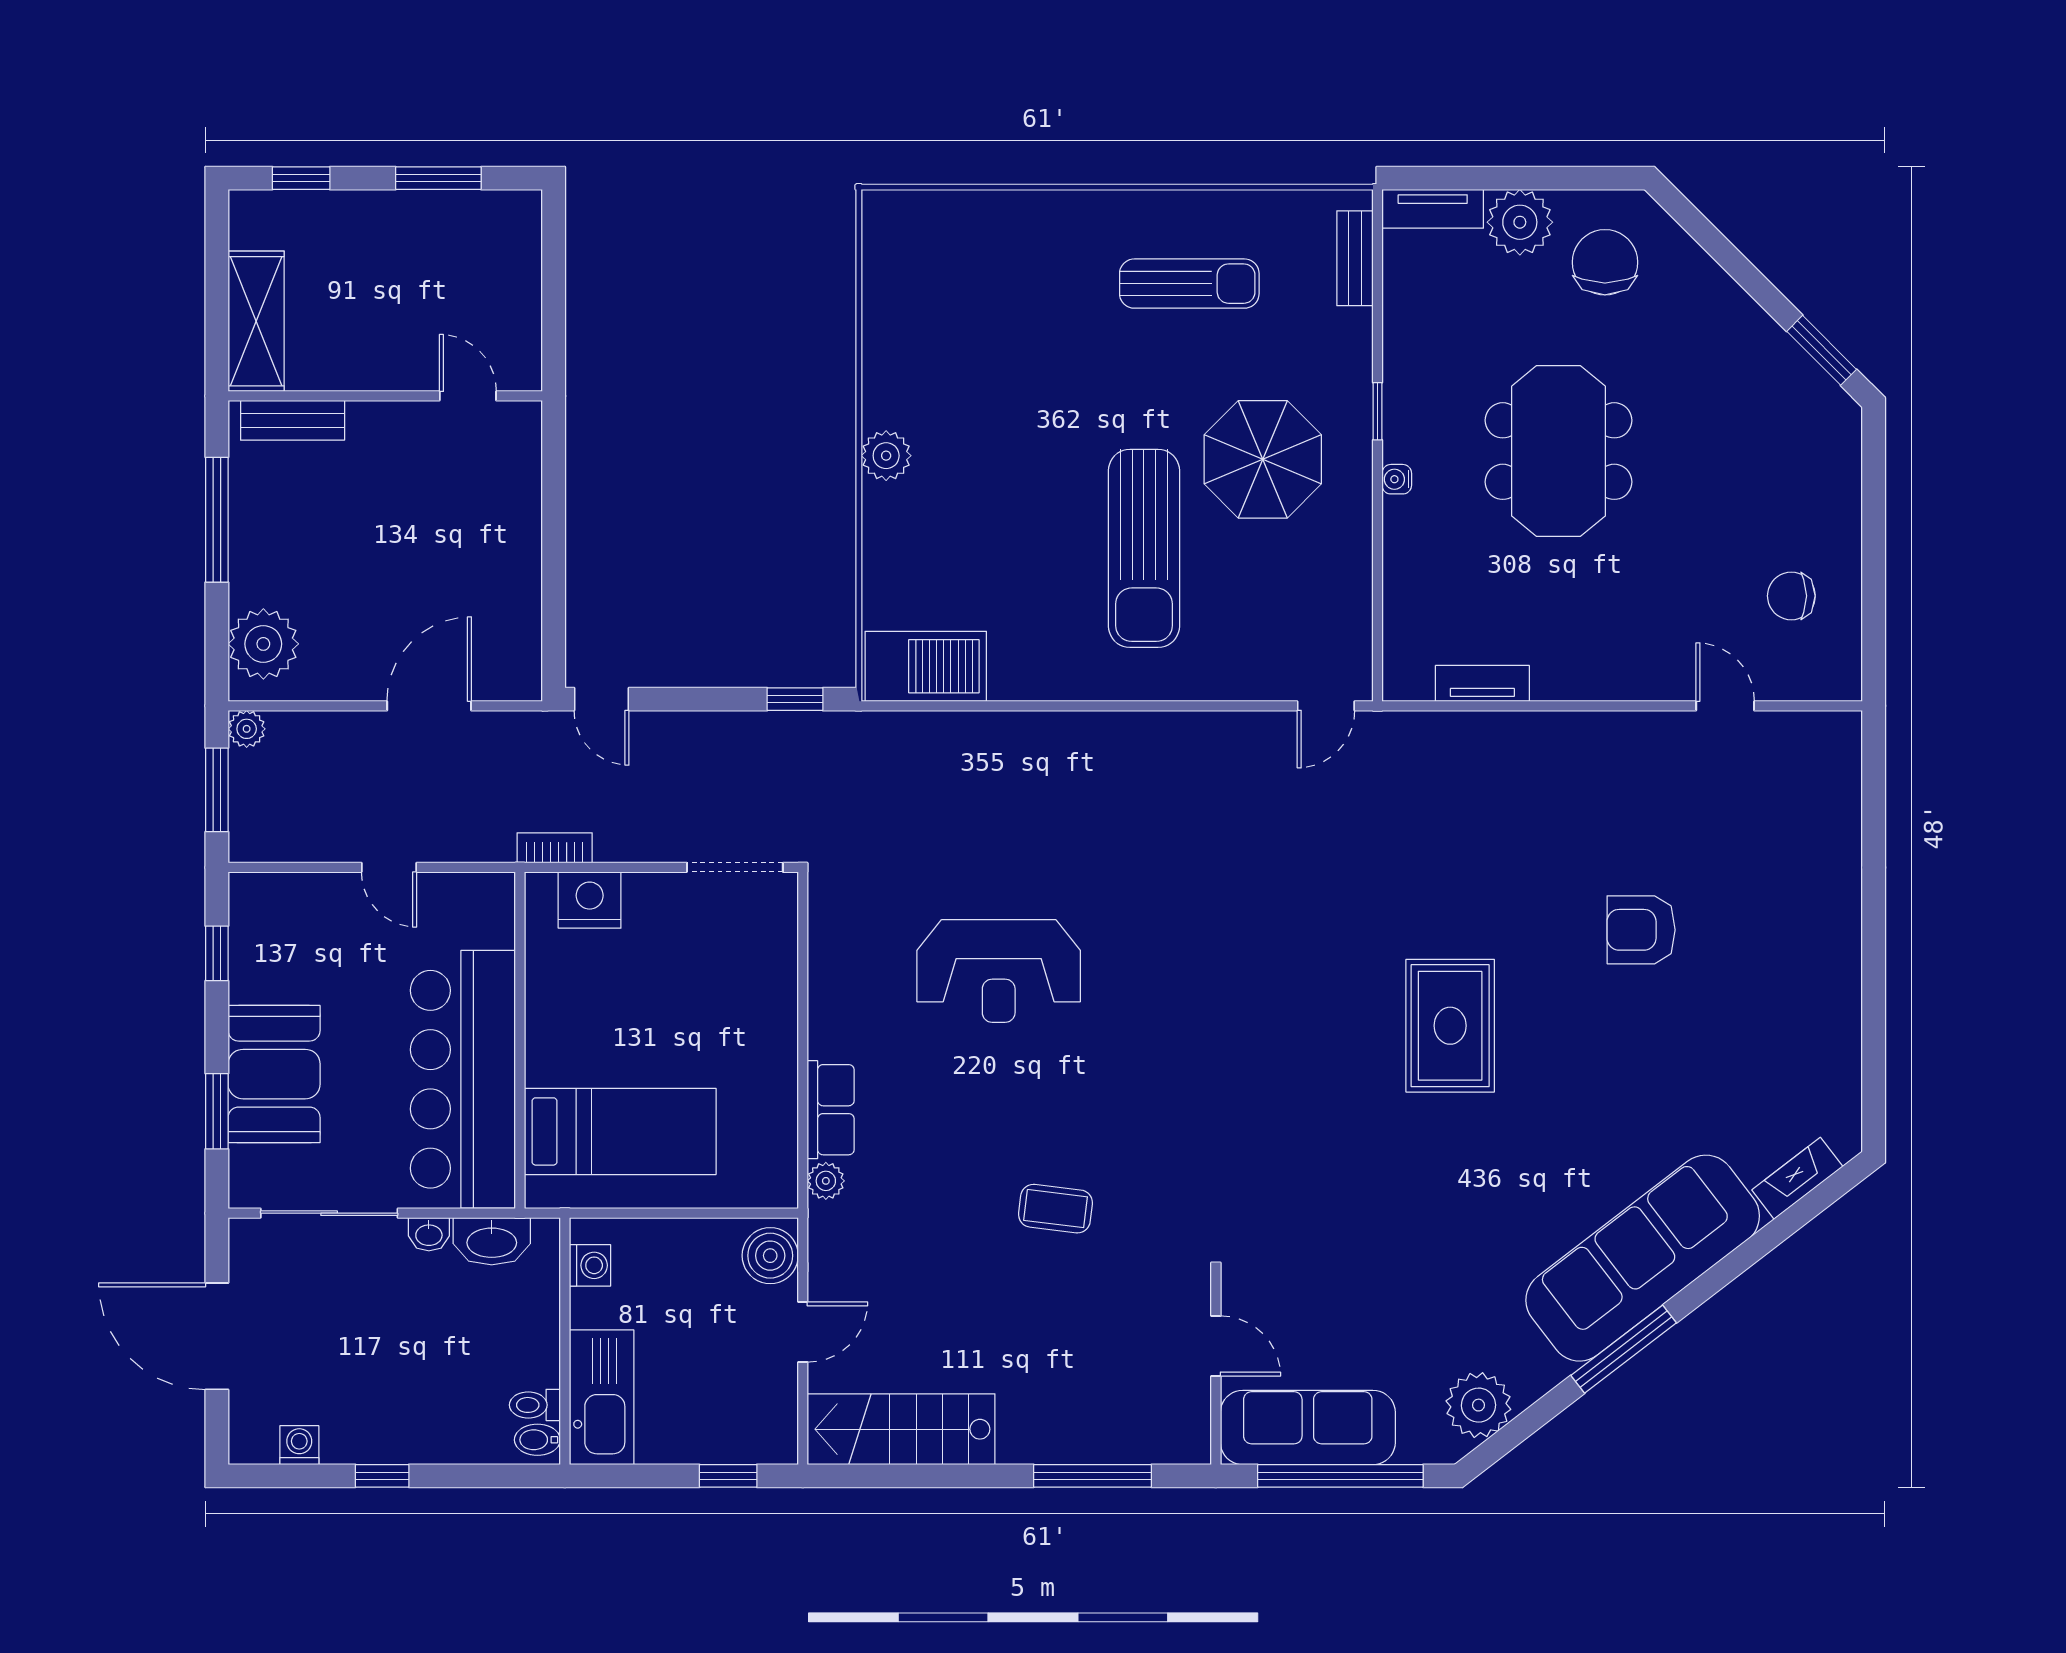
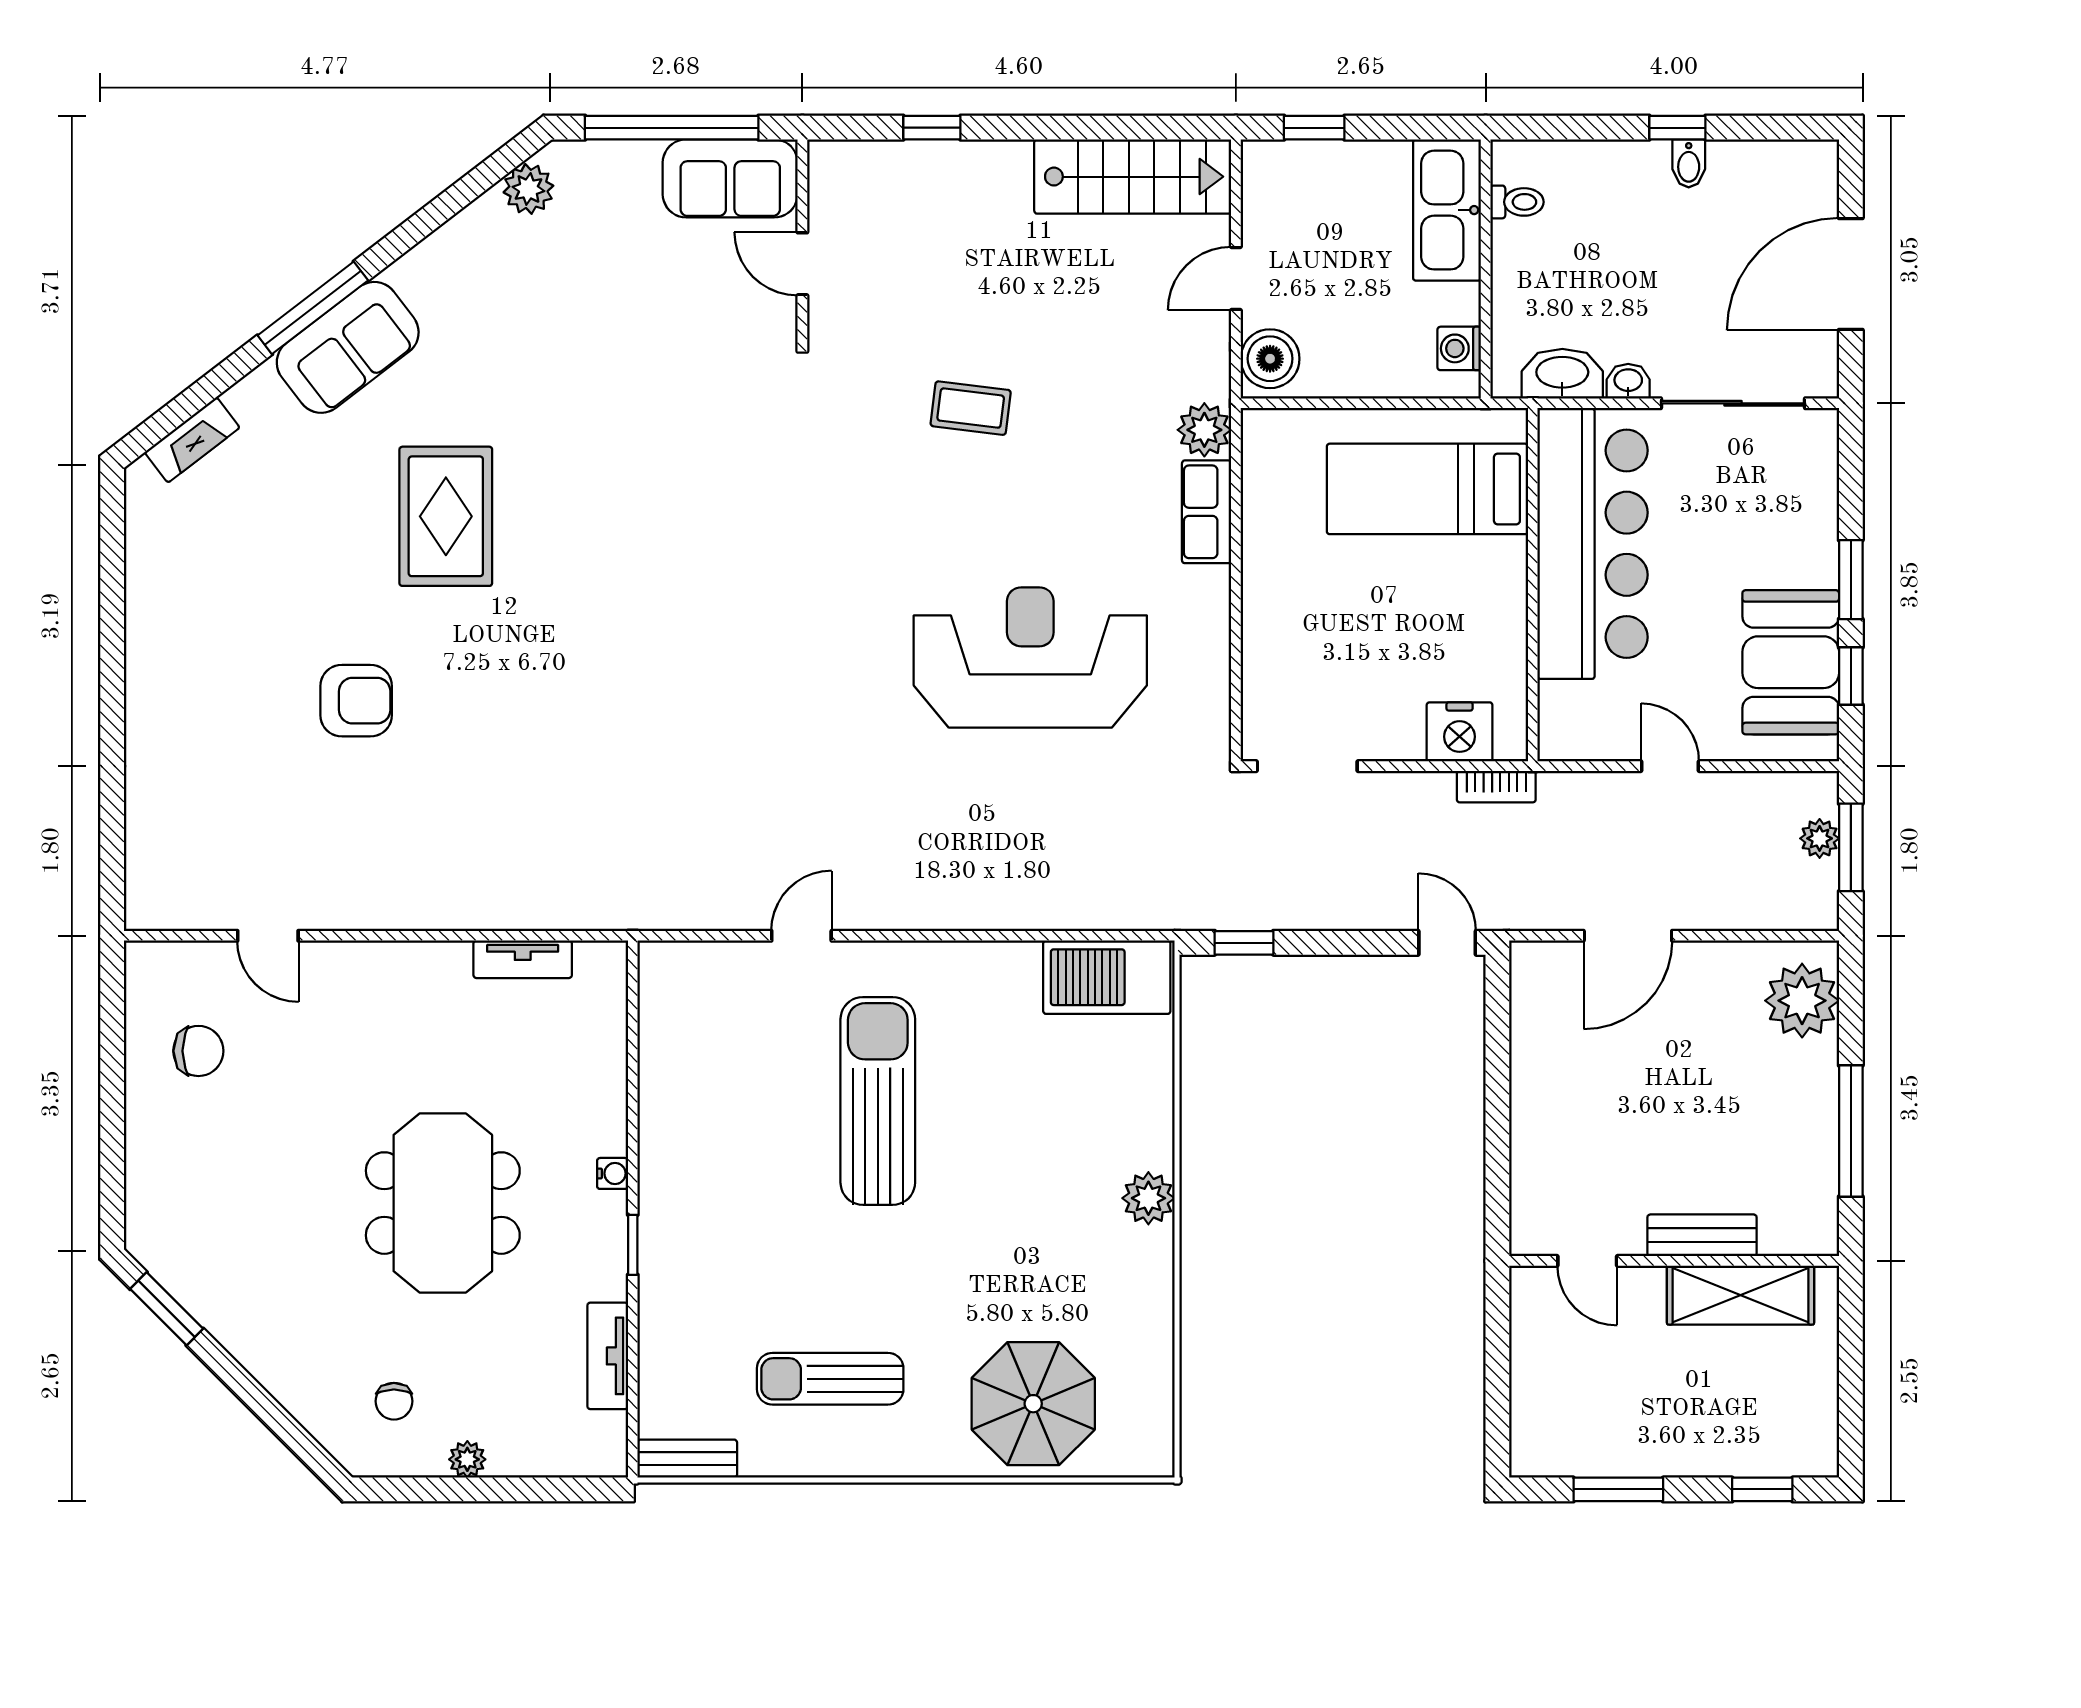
tv unit: (1433, 209) -> (608, 1356), moved, turned -90
plant: (1520, 222) -> (467, 1459), width x0.53, depth x0.53
bench: (1355, 258) -> (687, 1459), moved, turned 90
chair: (1605, 262) -> (394, 1401), width x0.54, depth x0.54
shelving: (256, 321) -> (1741, 1295), moved, turned 90
bench: (293, 420) -> (1702, 1235), moved
parasol: (1263, 459) -> (1033, 1404), moved
door: (1326, 706) -> (801, 936), moved
plant: (247, 729) -> (1820, 838), moved
reception desk: (999, 971) -> (1030, 657), width x1.36, depth x1.30
rug: (1450, 1026) -> (446, 516), moved
booth: (274, 1074) -> (1791, 662), moved
window: (217, 1111) -> (1851, 580), moved
plant: (826, 1181) -> (1204, 430), width x1.38, depth x1.38
sofa: (1643, 1258) -> (348, 347), width x0.54, depth x0.79
door: (217, 1336) -> (1851, 274), swing flipped
window: (1624, 1349) -> (313, 308), moved
plant: (1478, 1405) -> (528, 189), width x0.73, depth x0.73
sofa: (1308, 1427) -> (730, 178), width x0.73
bidet: (537, 1440) -> (1689, 163), moved, turned 90
washing machine: (299, 1445) -> (1764, 160), removed
window: (1092, 1476) -> (932, 128), width x0.46

